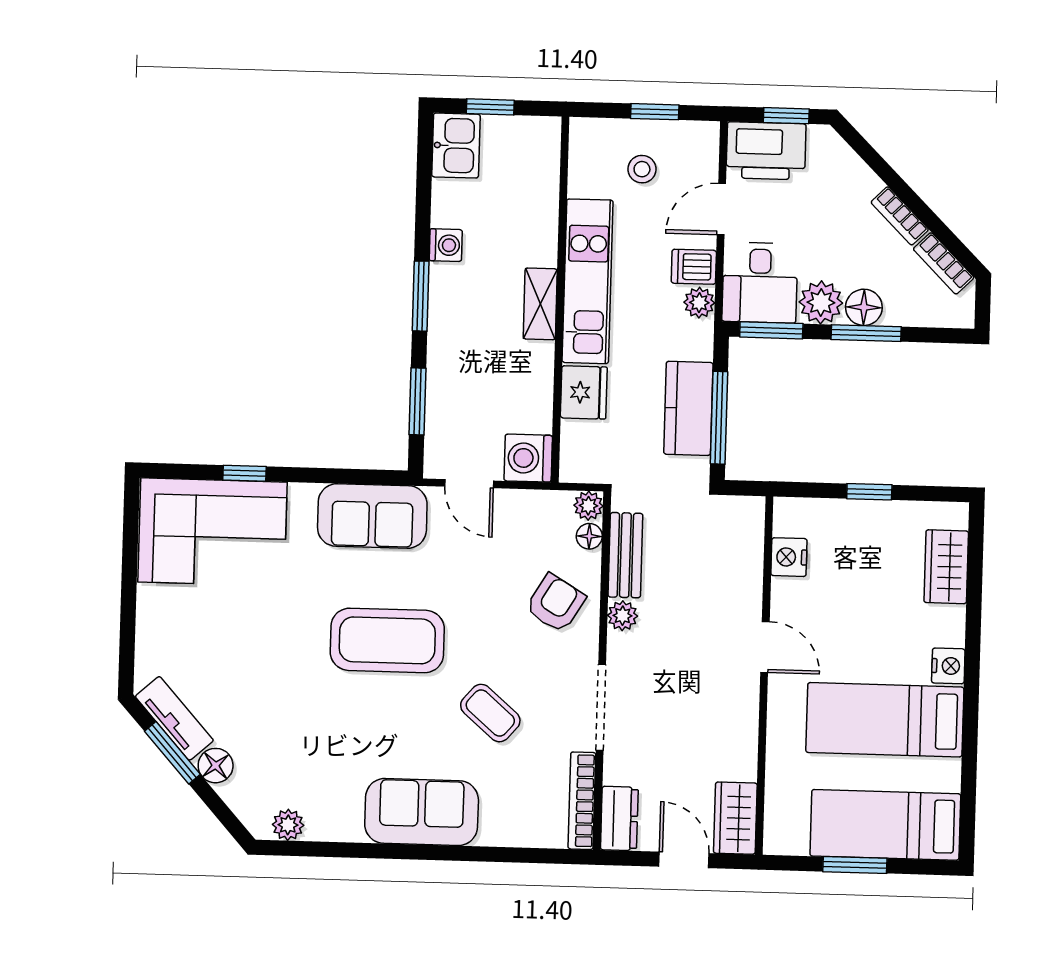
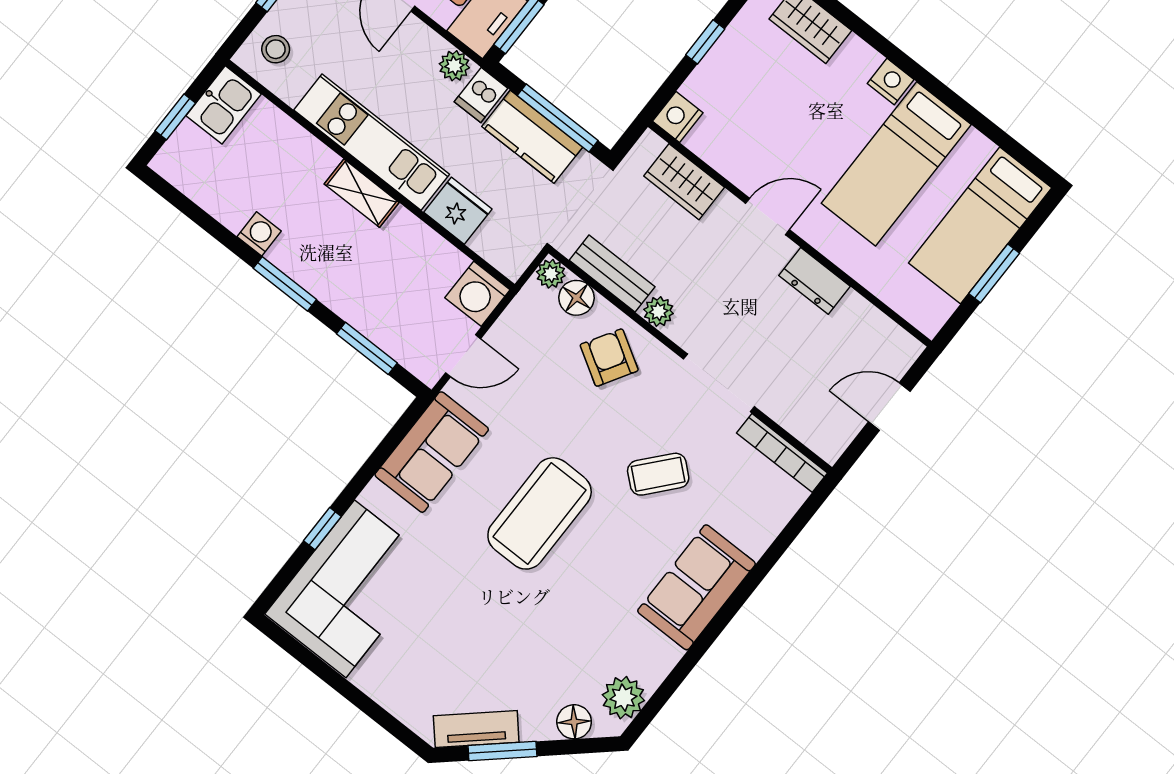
kitchen sink: (456, 146) -> (224, 105), moved, turned 90
stool: (642, 169) -> (276, 49), moved
dishwasher: (694, 267) -> (481, 95), moved
floor lamp: (589, 536) -> (577, 298), width x1.37, depth x1.37
nightstand: (789, 557) -> (678, 117), moved, turned 90
floor lamp: (216, 766) -> (574, 722), moved
wardrobe: (735, 818) -> (684, 182), moved
dresser: (619, 819) -> (815, 281), moved, turned 180
plant: (288, 825) -> (623, 698), width x1.38, depth x1.38

